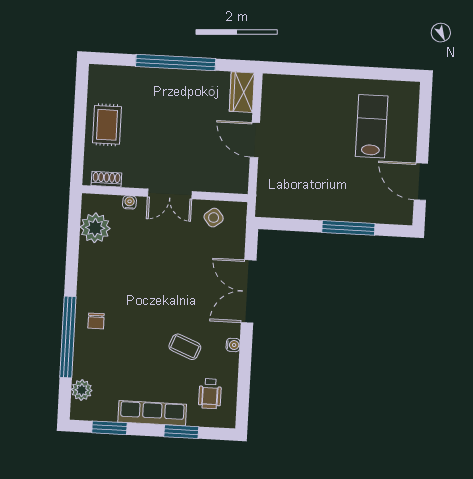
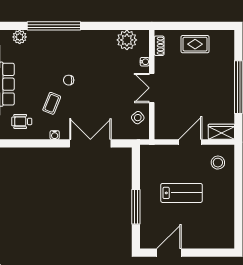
stool: (288, 100) -> (218, 163), added
lab bench: (372, 126) -> (181, 193), moved
chair: (96, 321) -> (69, 80), moved

